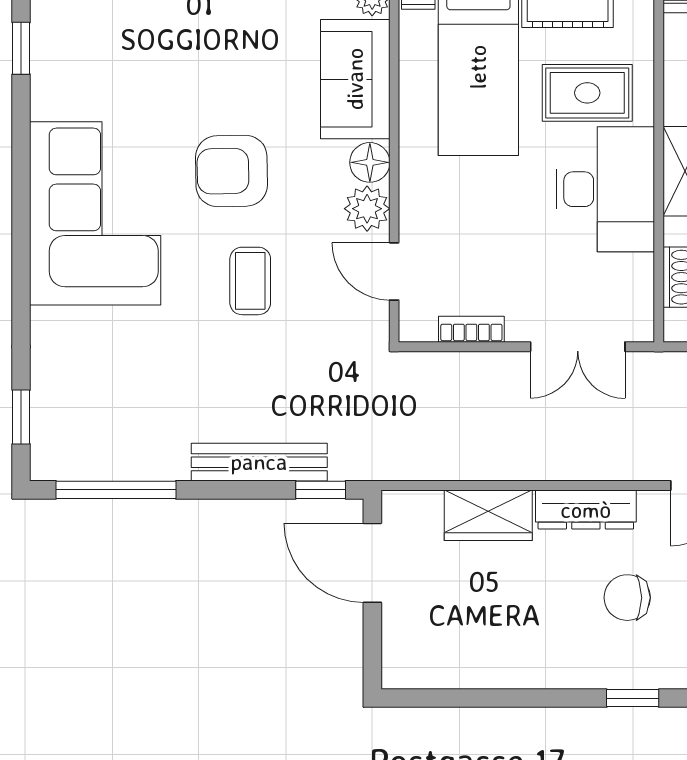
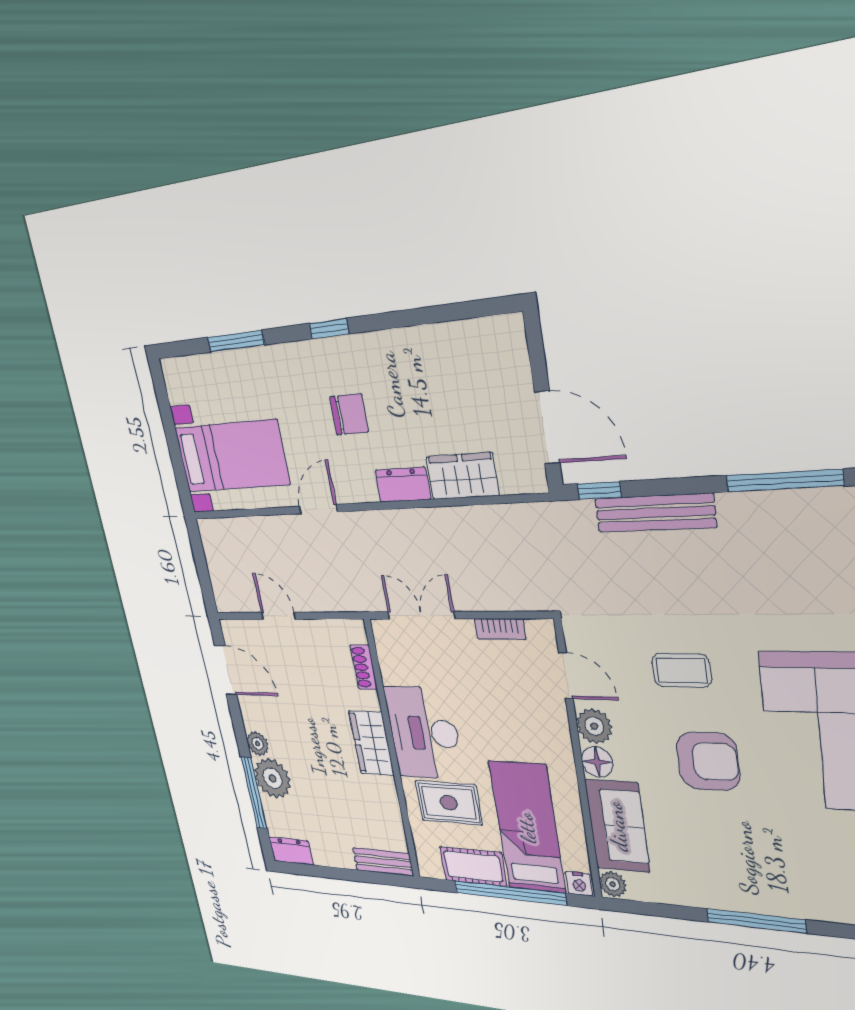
coffee table: (250, 281) -> (682, 670), turned 90
dresser: (586, 510) -> (403, 485), width x0.70

